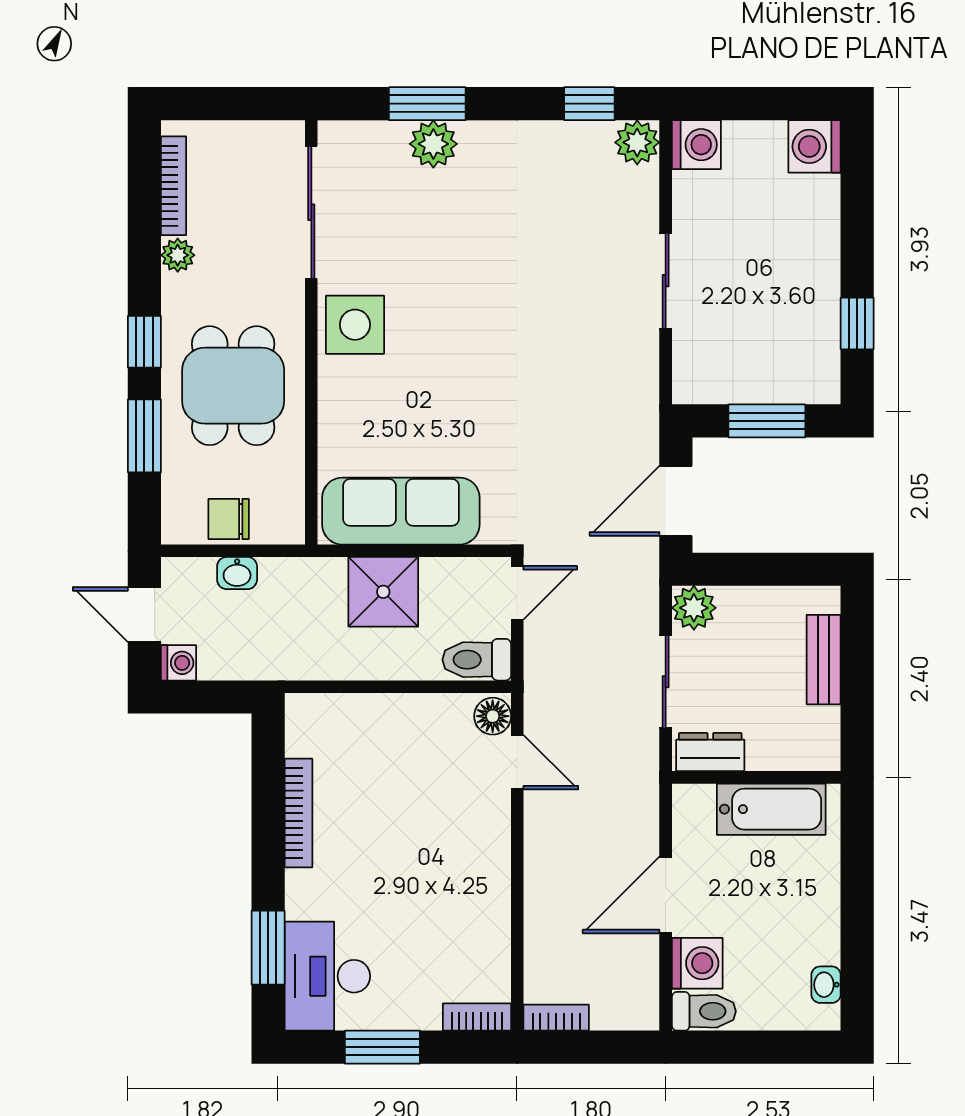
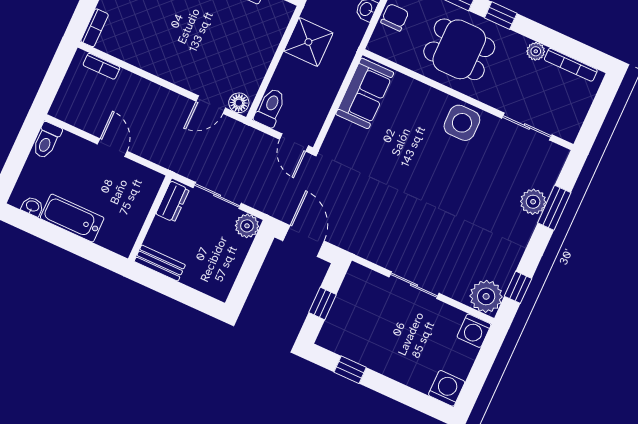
plant: (637, 142) -> (486, 296), width x1.36, depth x1.36
sliding door: (311, 212) -> (527, 126), width x0.73
window: (767, 421) -> (322, 304), width x0.67
sofa: (401, 511) -> (365, 93), width x0.73
shower: (383, 592) -> (308, 42), moved
bench: (824, 660) -> (160, 263), moved
bathtub: (771, 809) -> (72, 218), moved, turned 90
door: (666, 895) -> (112, 148), width x0.73
washing machine: (697, 963) -> (72, 148), removed
bookcase: (556, 1018) -> (101, 66), moved, turned 90

